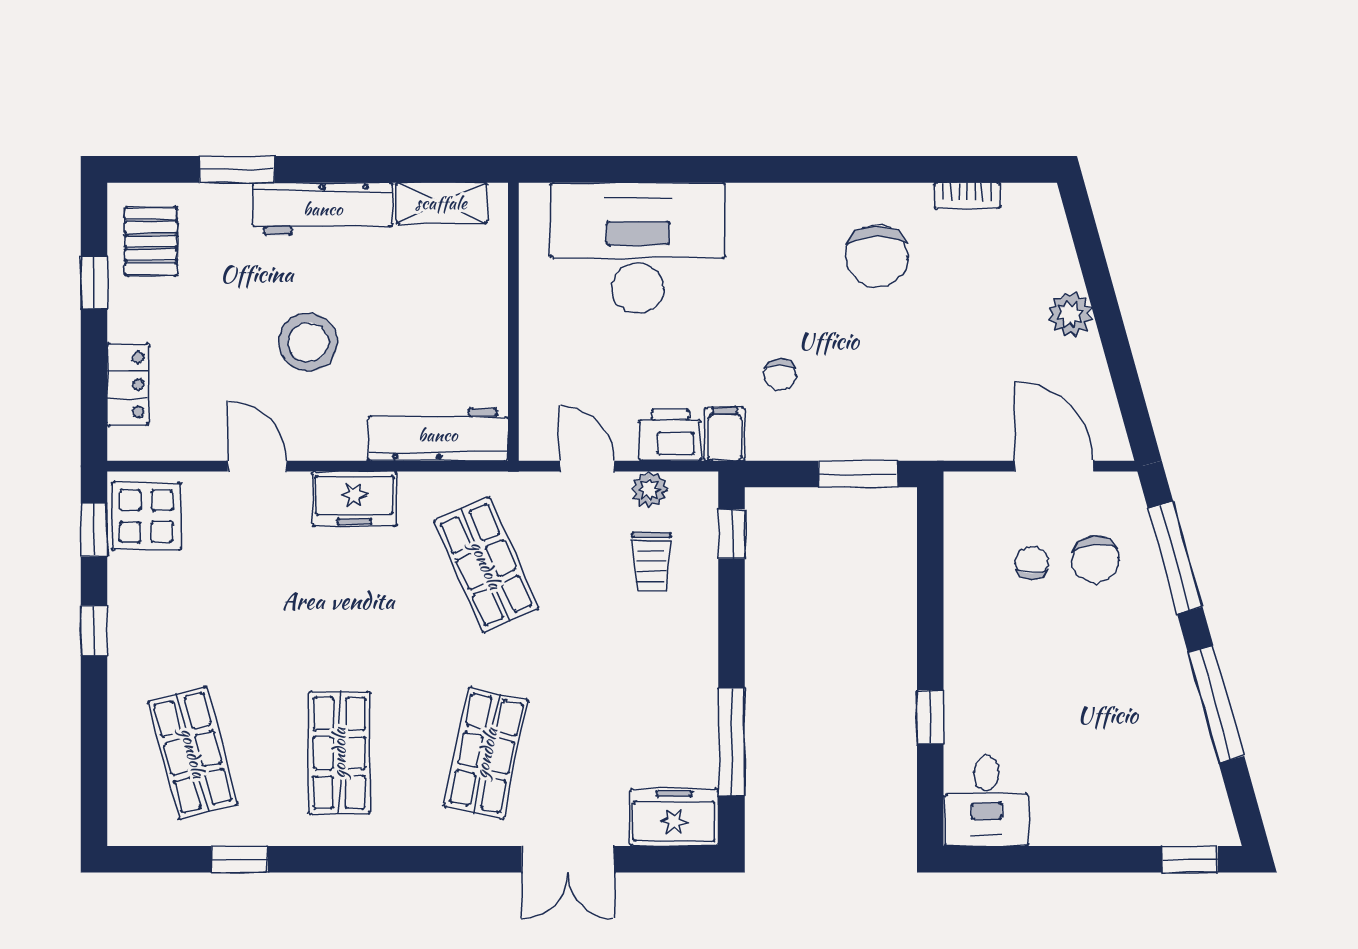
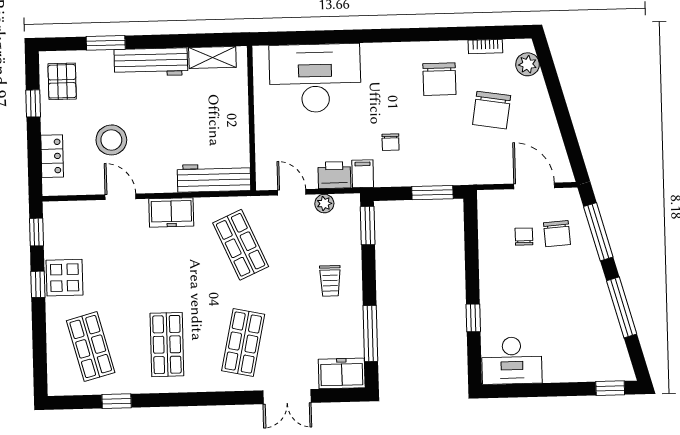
plant: (1070, 314) -> (528, 64), moved
chair: (976, 318) -> (492, 110), added
stool: (308, 342) -> (111, 140), moved
display table: (146, 516) -> (65, 278), moved
window: (731, 534) -> (368, 226), width x1.50
trolley: (651, 562) -> (330, 281), moved
desk: (987, 801) -> (512, 361), width x1.37

